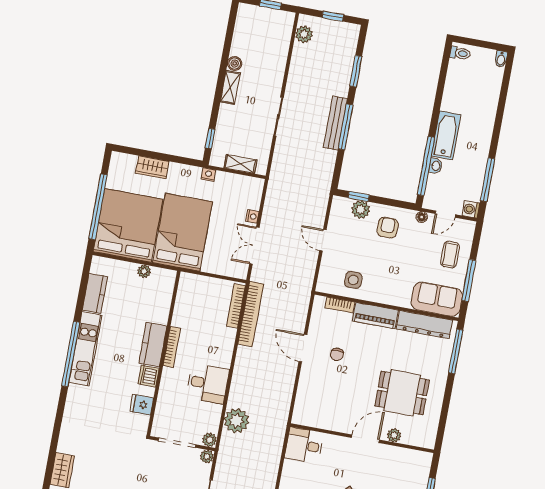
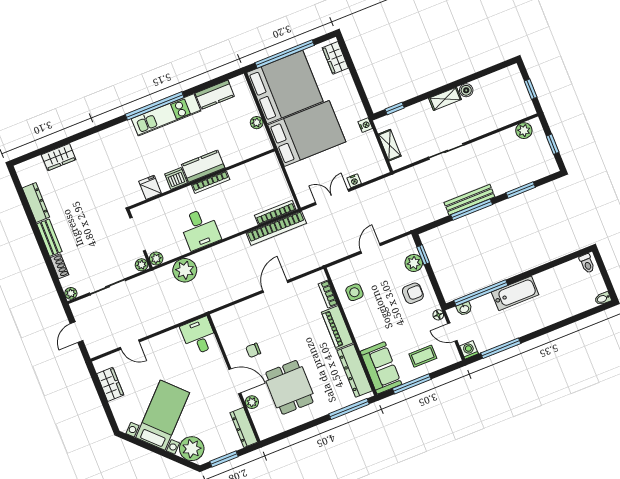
washbasin: (435, 166) -> (464, 309), moved
wardrobe: (152, 167) -> (335, 58), moved
chair: (337, 354) -> (253, 350), moved
dresser: (412, 457) -> (244, 427), added

